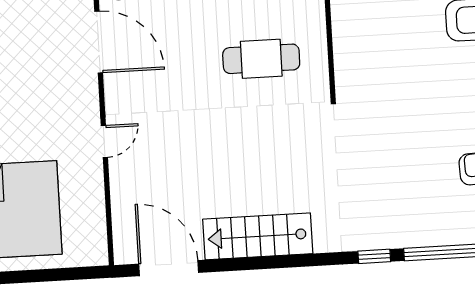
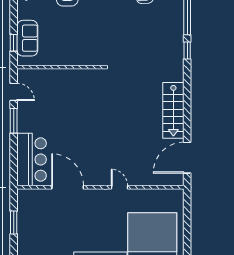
door: (99, 42) -> (68, 187), hinge flipped
cafe table: (261, 59) -> (81, 103), removed

